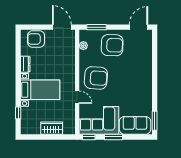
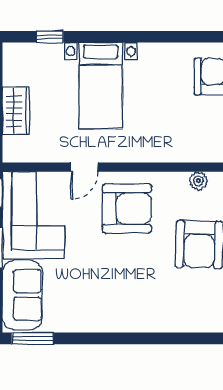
dresser: (25, 64) -> (157, 53), removed
armchair: (96, 78) -> (127, 209), turned -94

